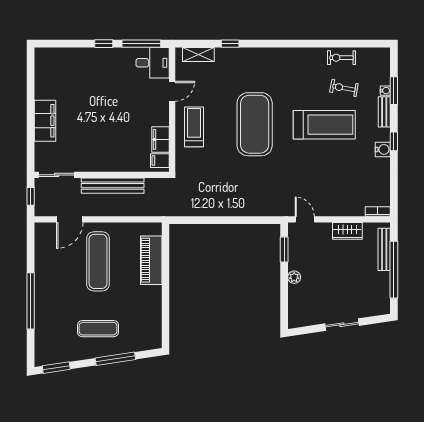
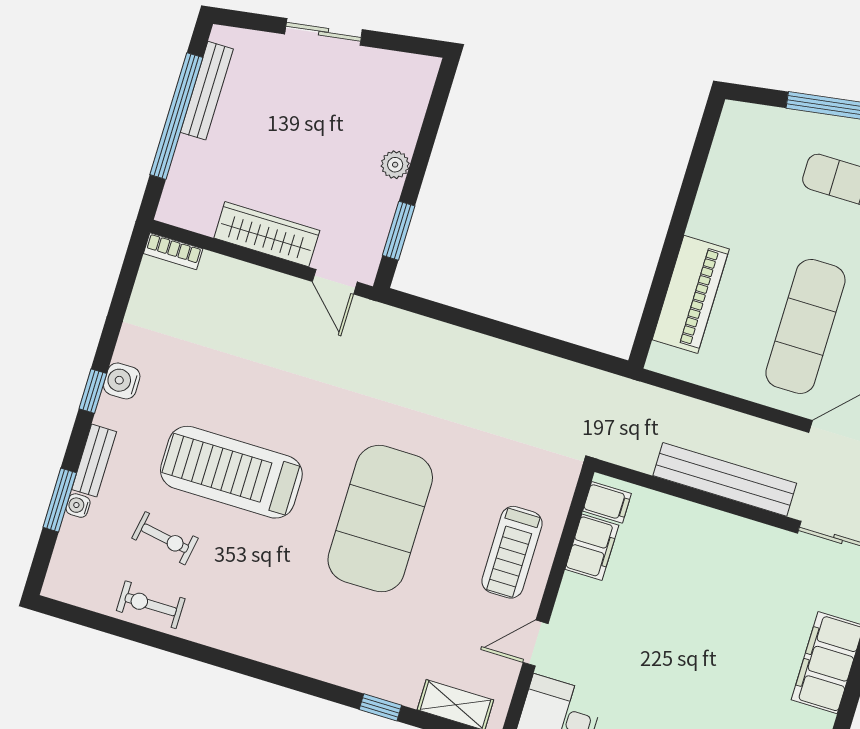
exercise bike: (341, 58) -> (151, 605), turned 180
wardrobe: (347, 231) -> (267, 234), width x1.50
bench: (384, 249) -> (207, 91), moved

